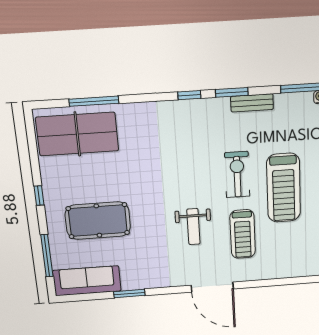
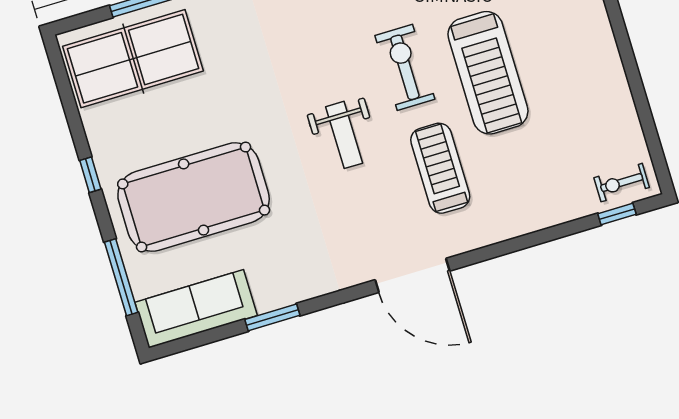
pool table: (98, 221) -> (194, 197), width x1.36, depth x1.32
weight bench: (193, 227) -> (344, 135), moved
treadmill: (243, 234) -> (440, 168), turned 180

